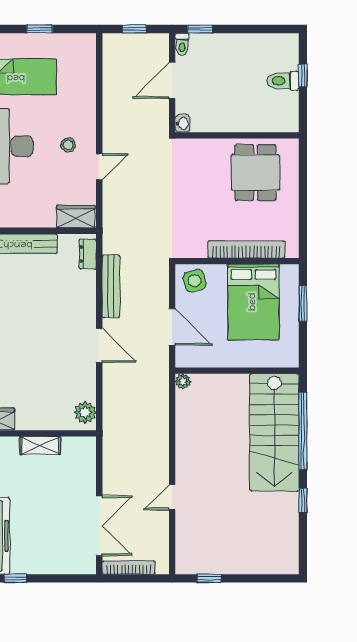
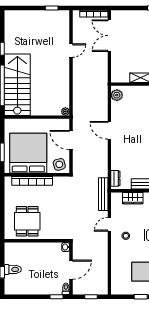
wardrobe: (76, 217) -> (133, 198), moved
bench: (111, 286) -> (103, 194), moved
bed: (253, 302) -> (28, 153), width x1.36

